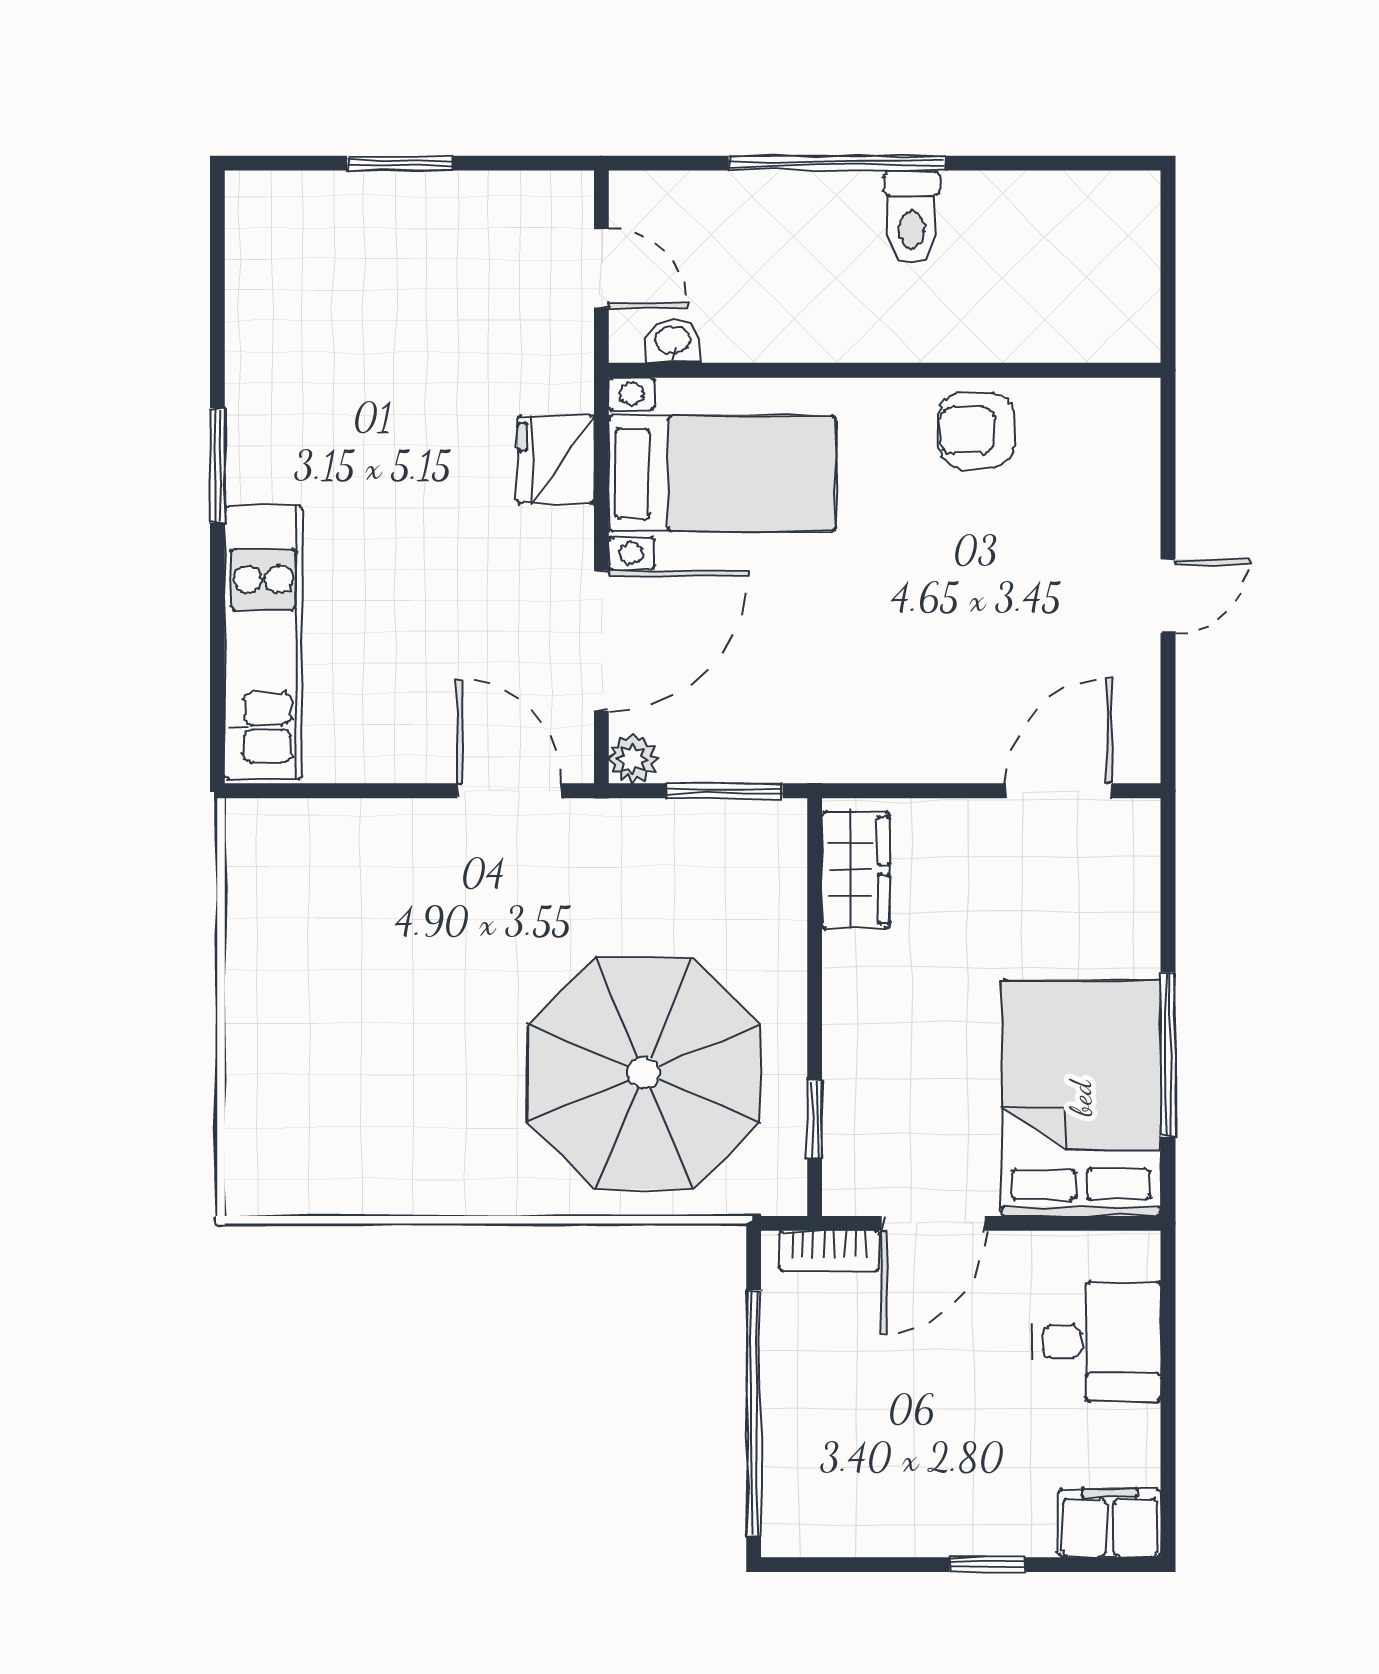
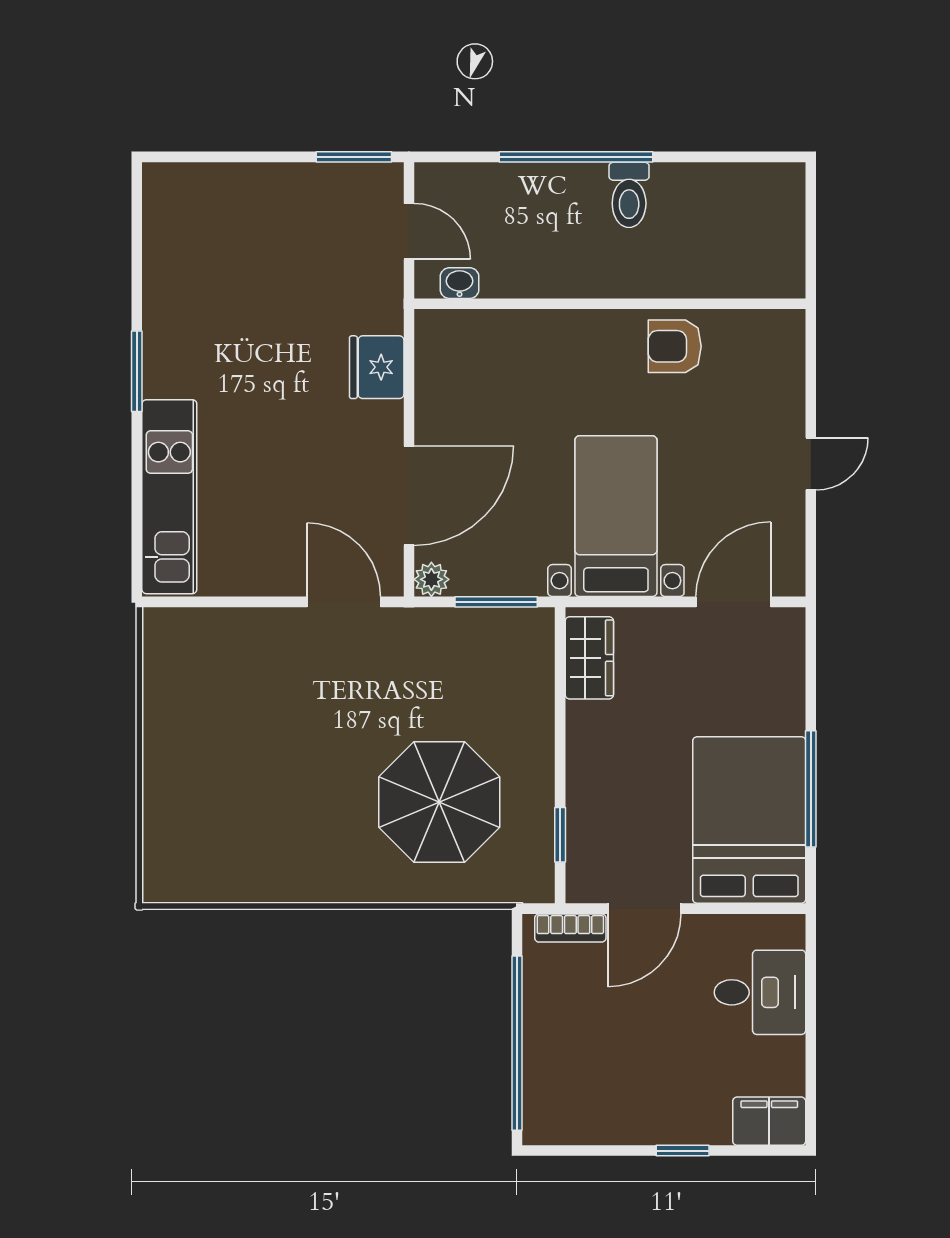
window: (400, 163) -> (354, 157), moved
bed with nightstands: (722, 474) -> (616, 516), moved, turned -90
parasol: (644, 1073) -> (439, 802), width x0.73, depth x0.73

